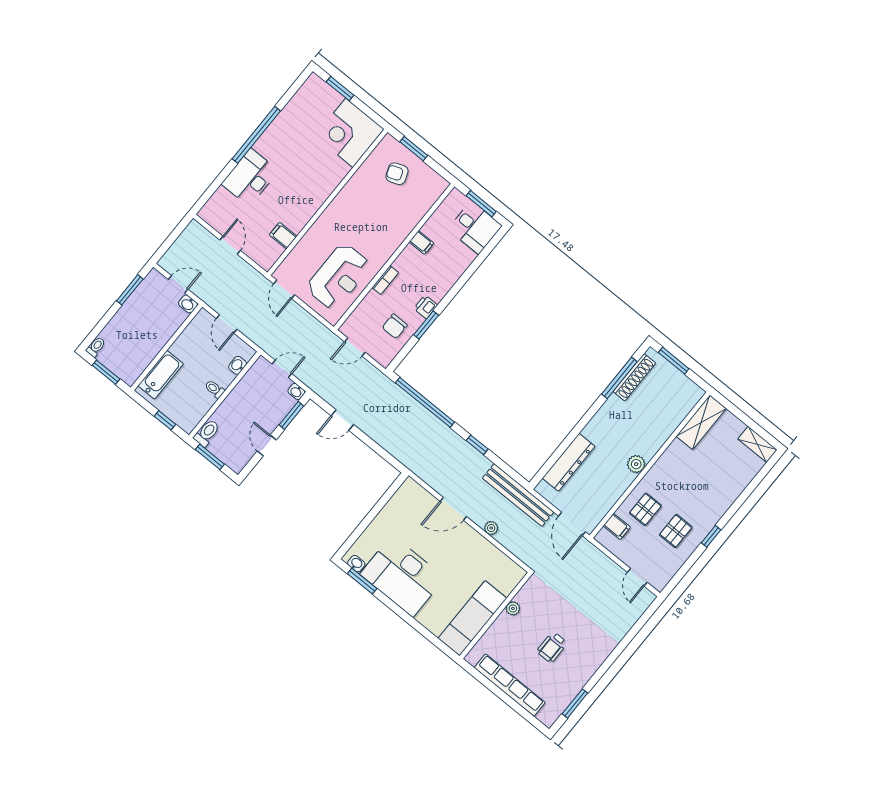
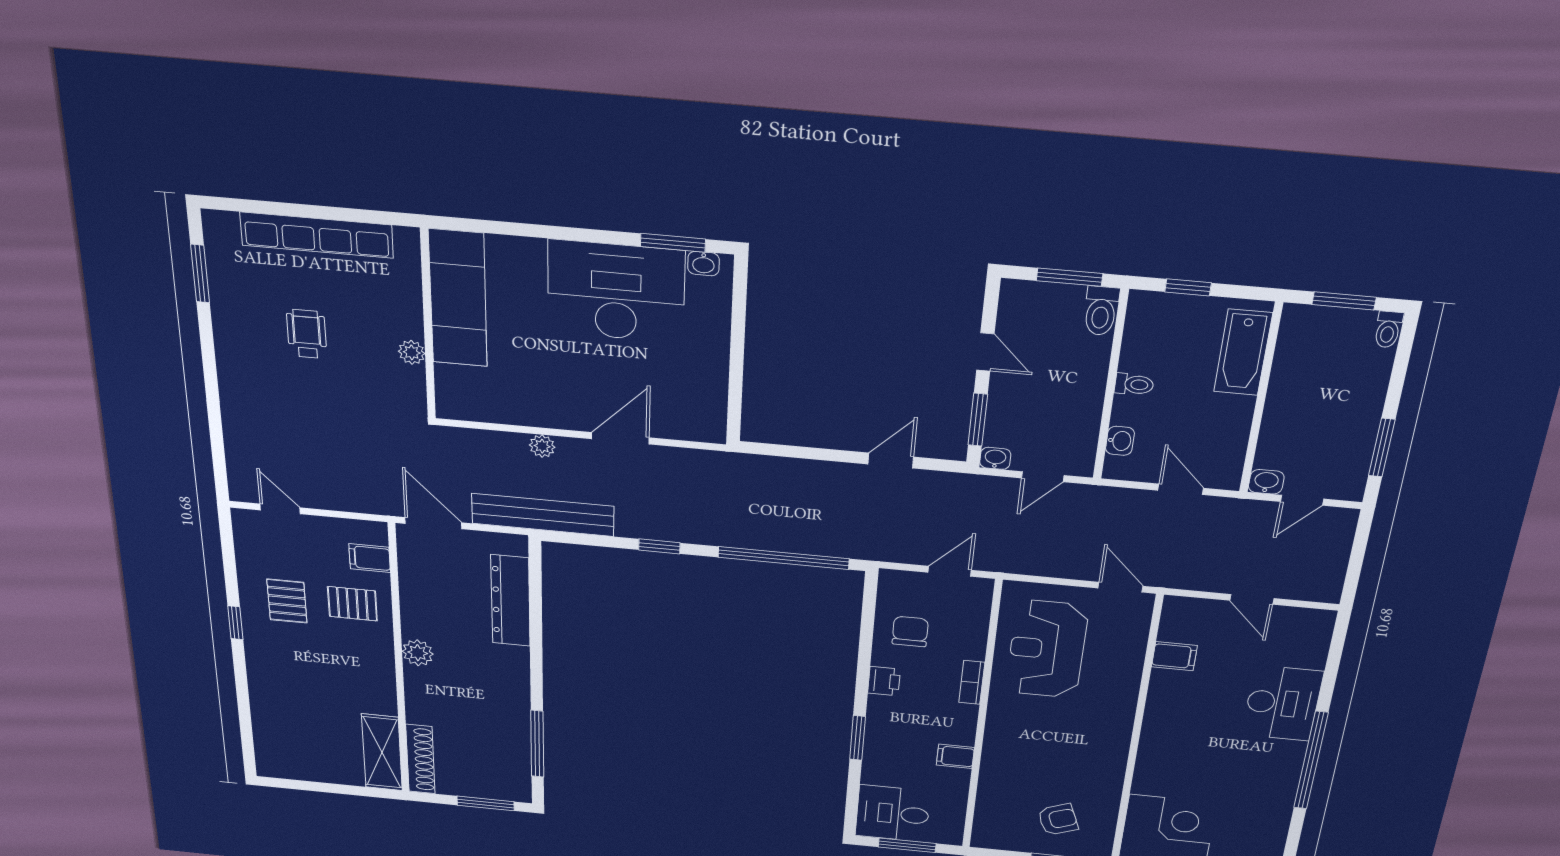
window: (426, 325) -> (858, 738), moved
shoe rack: (634, 377) -> (420, 759), moved, turned 180
shelving: (757, 444) -> (287, 768), removed
pallet: (645, 509) -> (352, 604), turned 90

